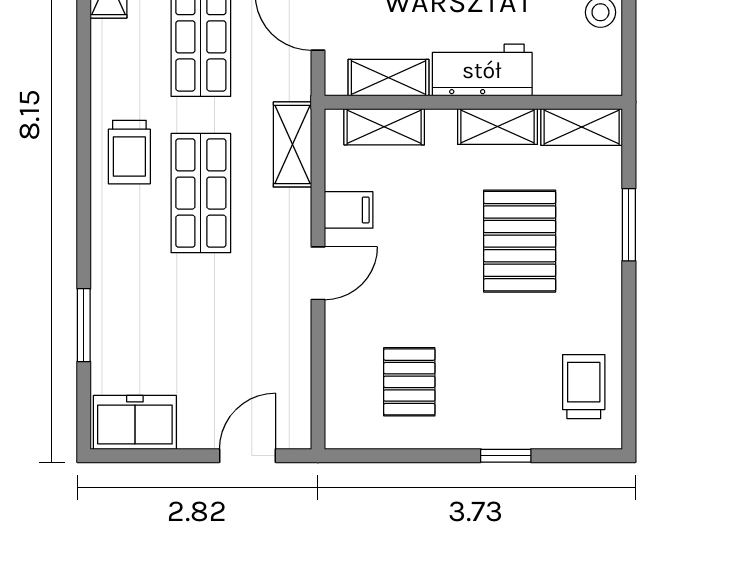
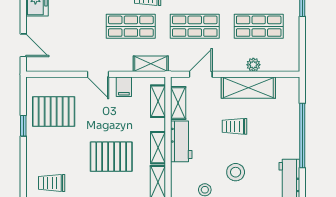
pallet: (409, 382) -> (54, 112), width x1.50, depth x1.42
trolley: (584, 387) -> (52, 183), turned 180
window: (506, 456) -> (23, 126), moved

